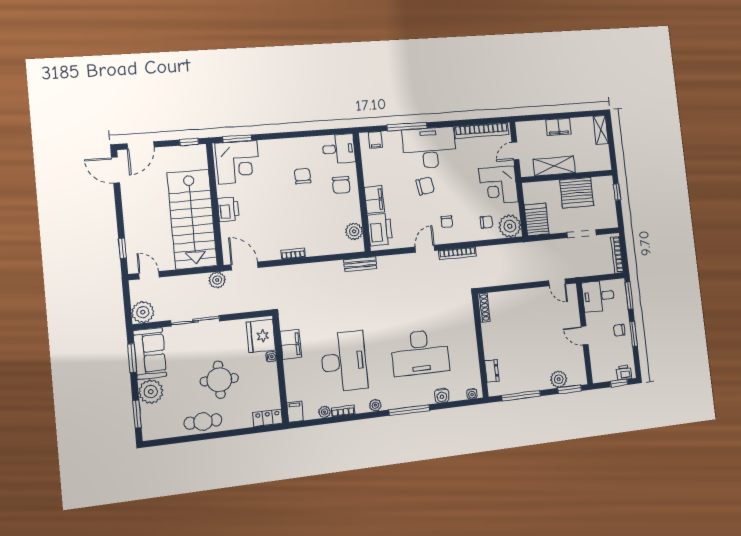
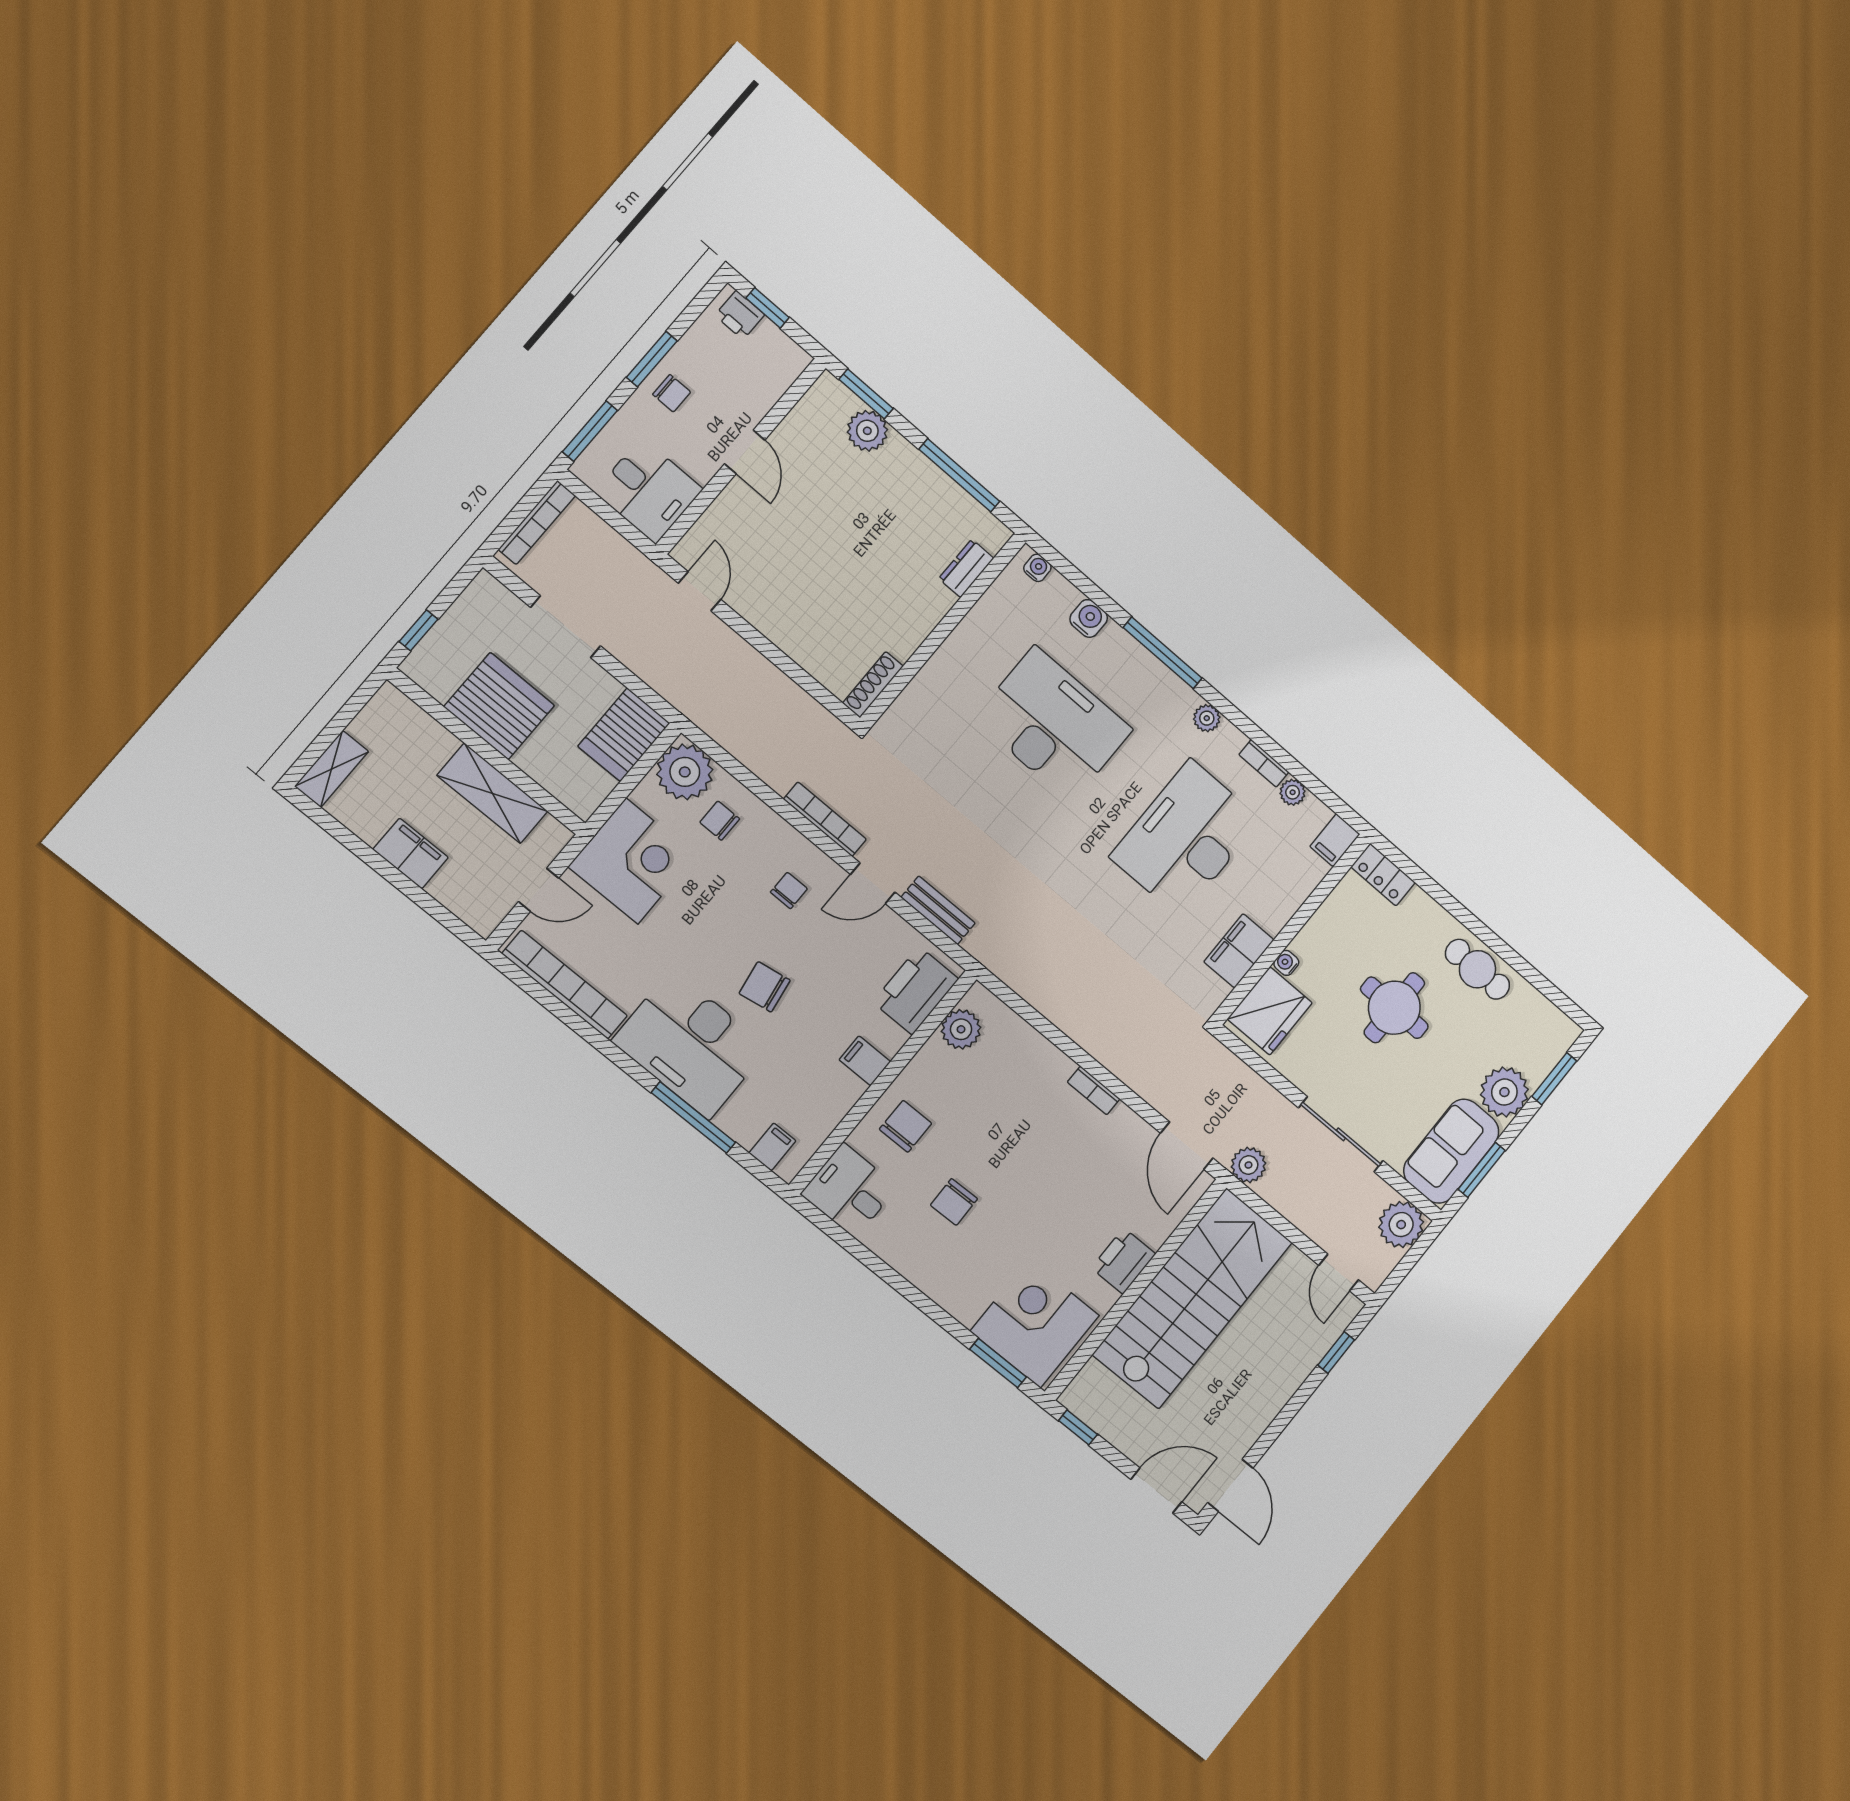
filing cabinet: (374, 200) -> (865, 1061), width x0.50
bench: (360, 264) -> (938, 910), moved

